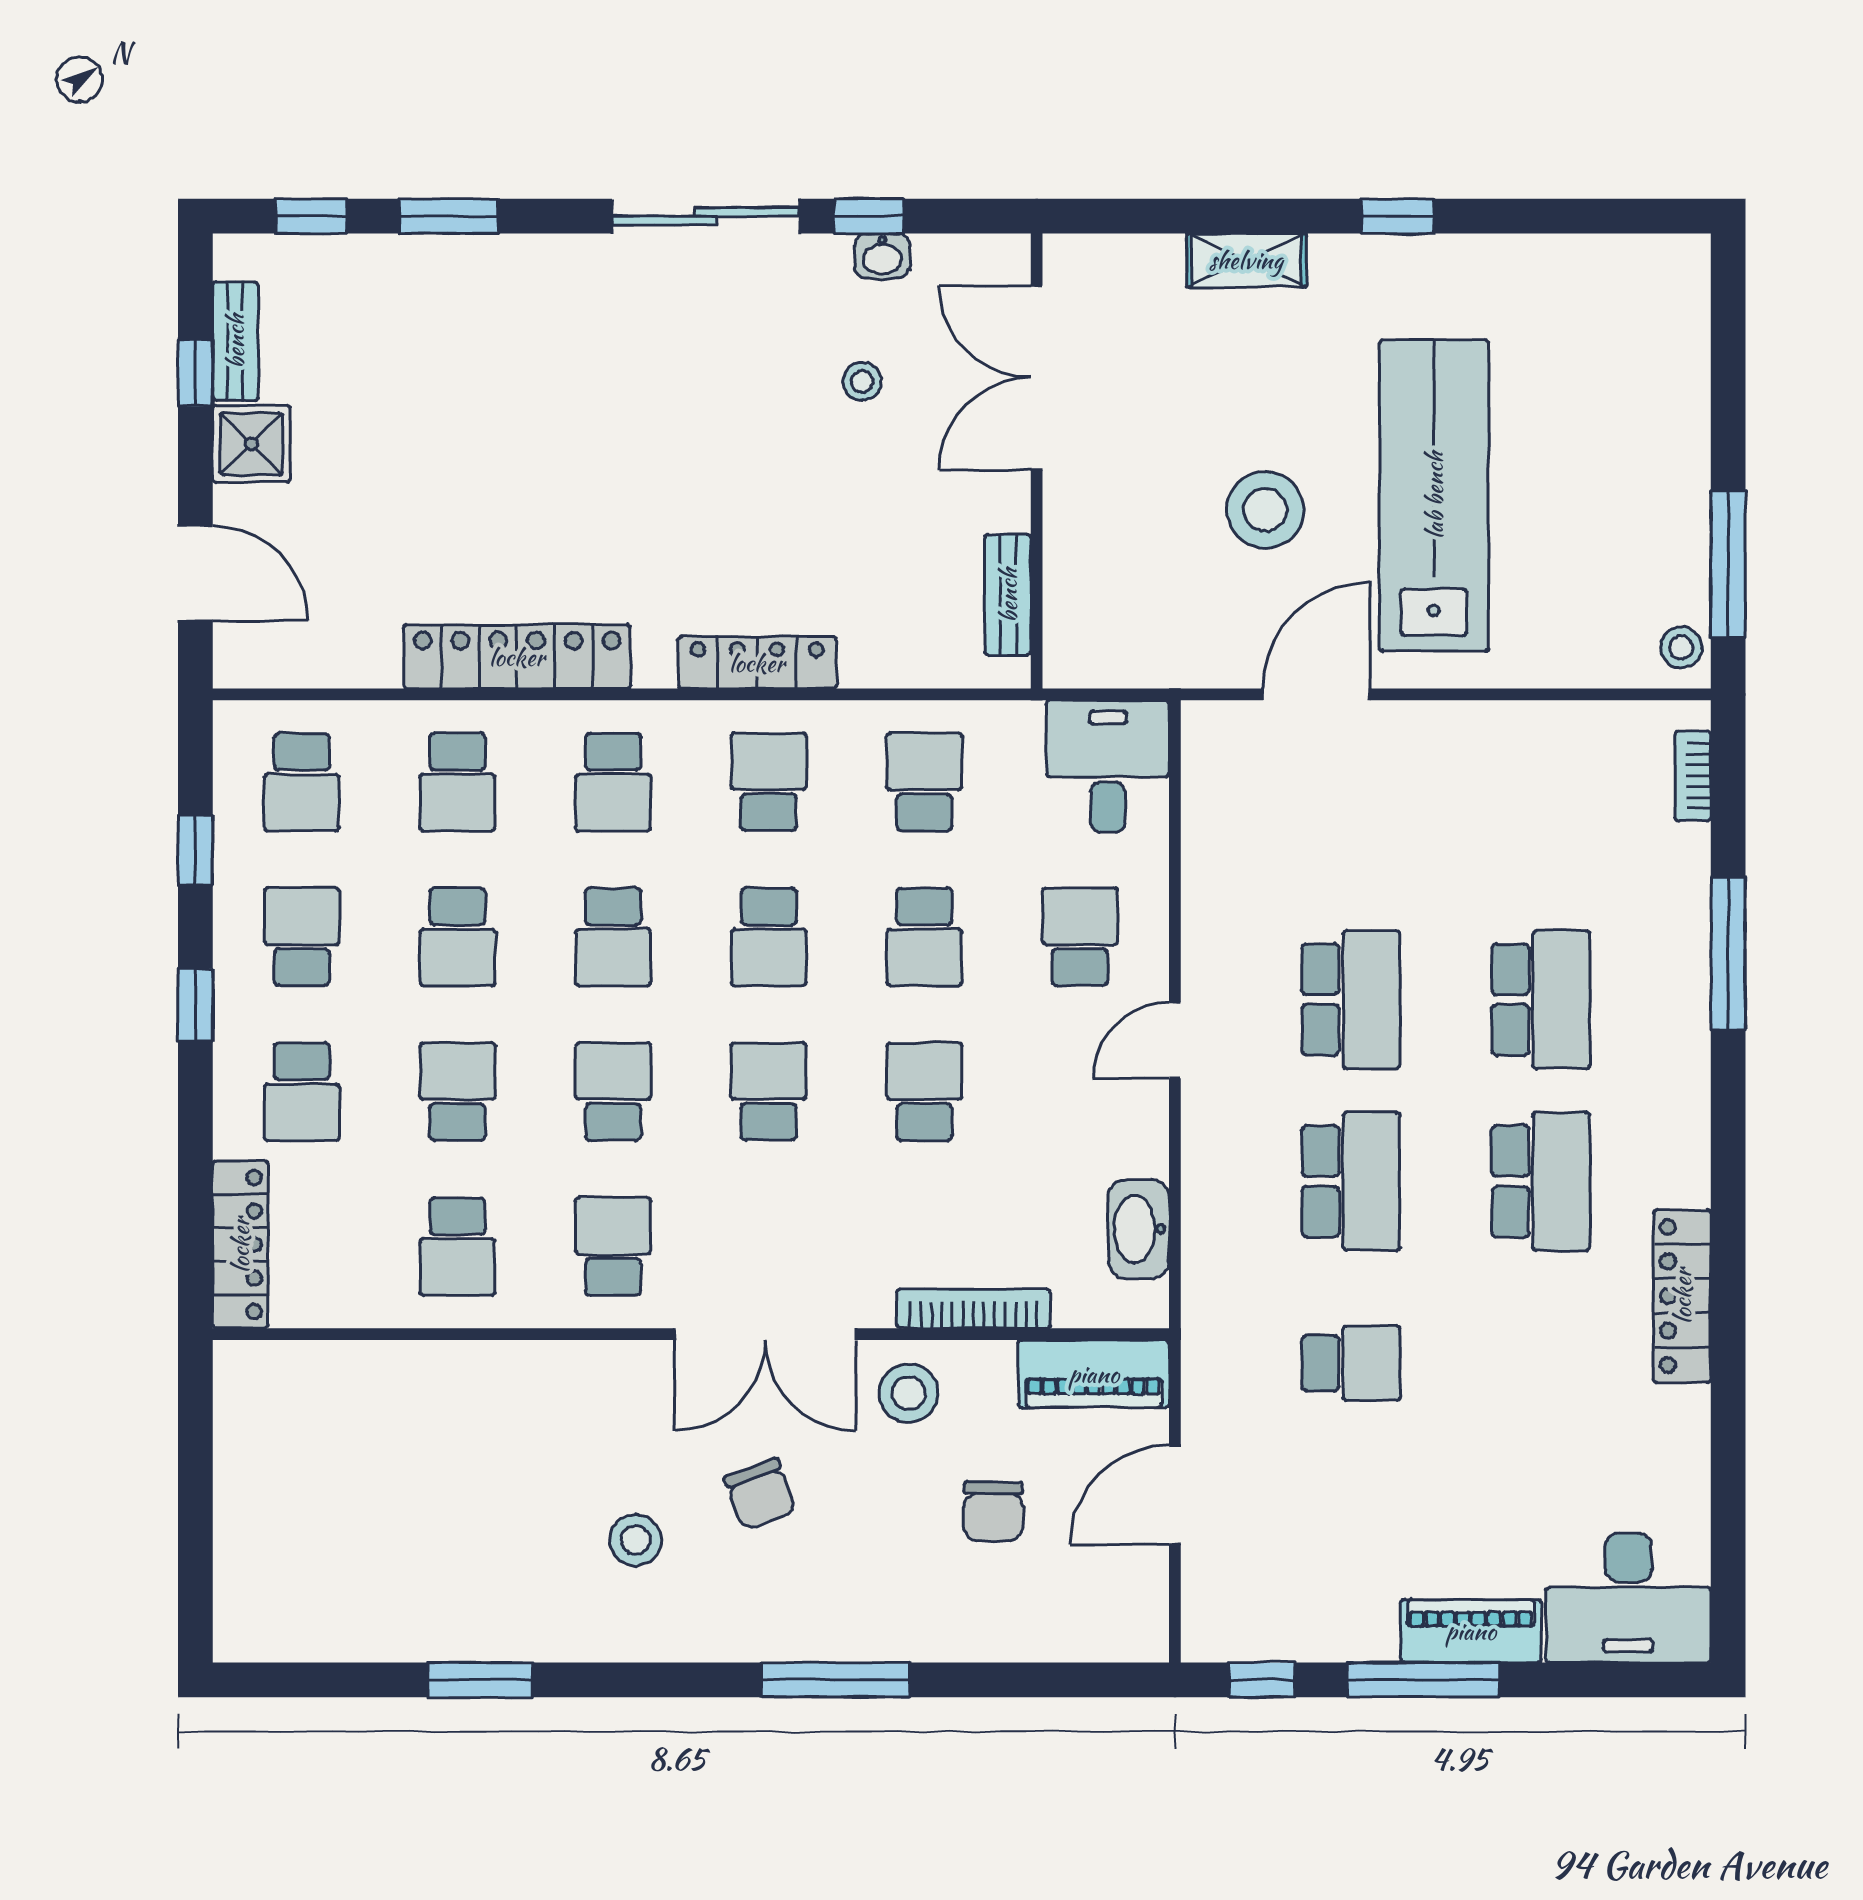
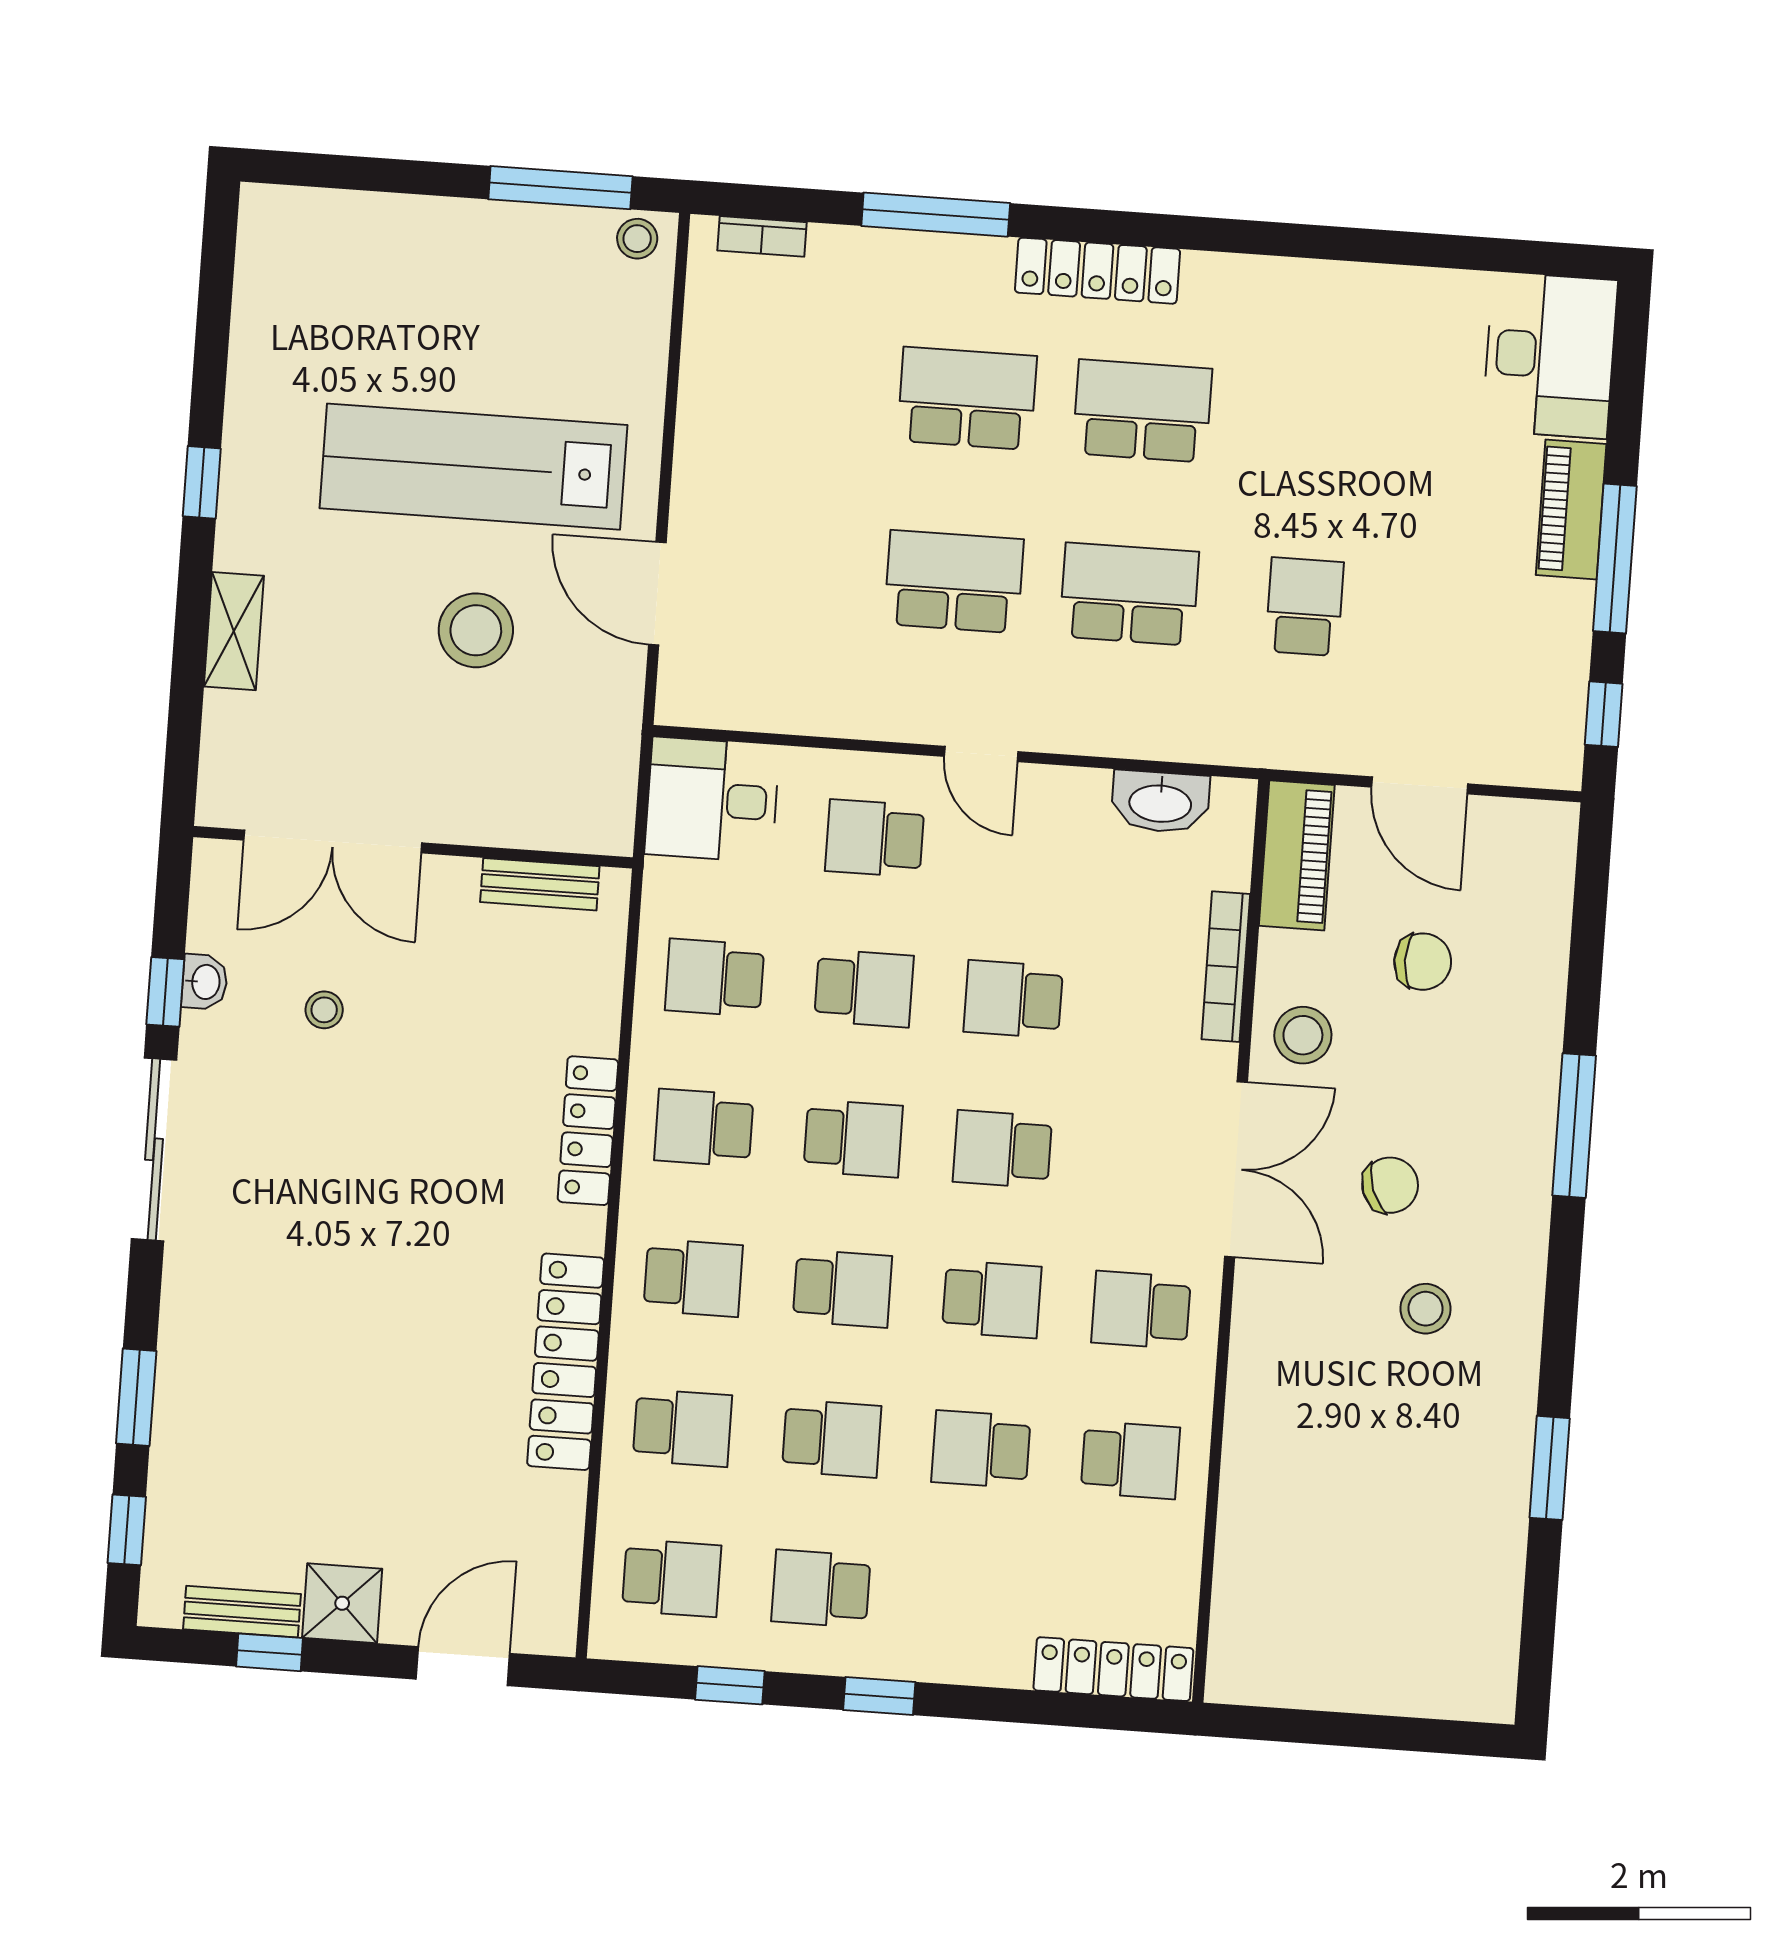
school desk: (302, 1092) -> (970, 1599), removed
school desk: (613, 1092) -> (992, 1299), turned 180
locker: (1682, 1296) -> (1097, 271), moved

